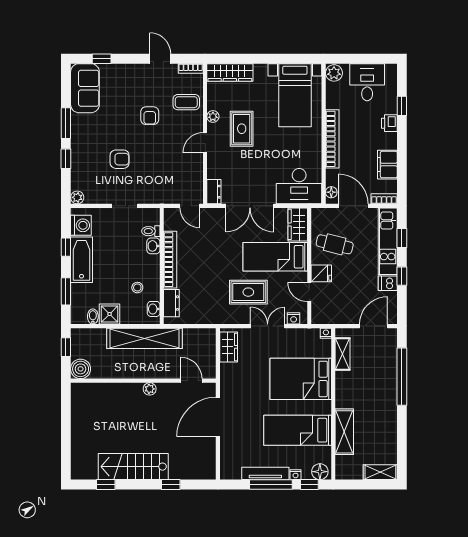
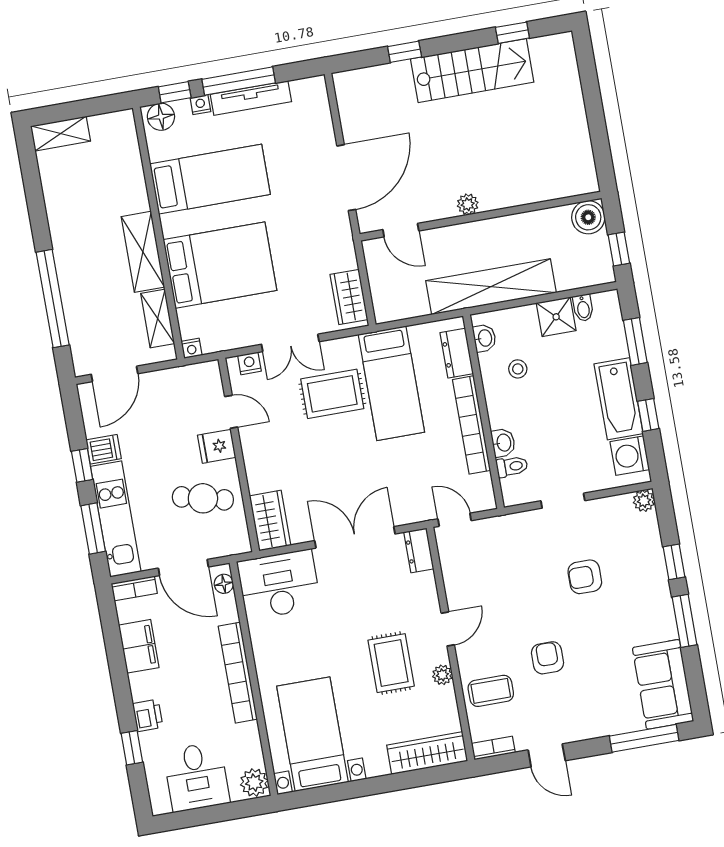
window: (102, 59) -> (644, 738), width x2.17
window: (402, 238) -> (93, 529), width x1.50
bed: (275, 257) -> (391, 383), moved, turned 90
shelving: (344, 432) -> (143, 252), moved

